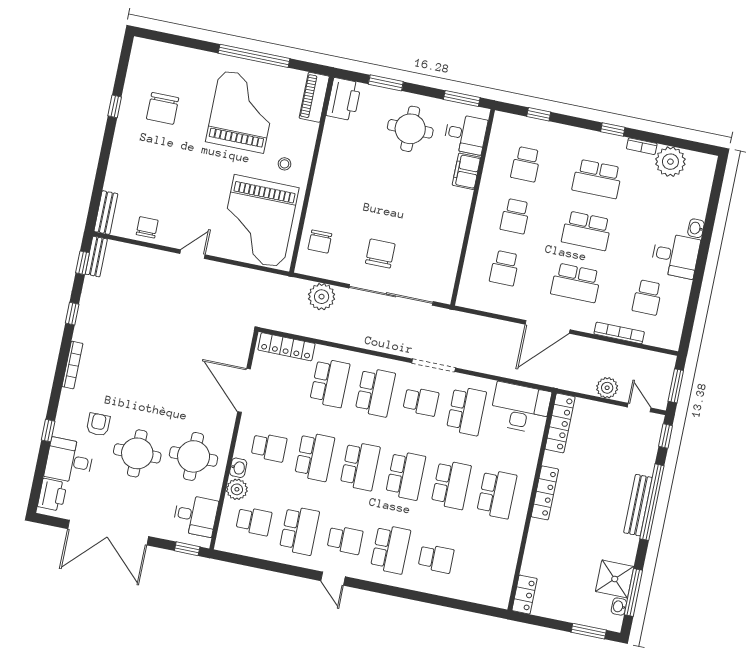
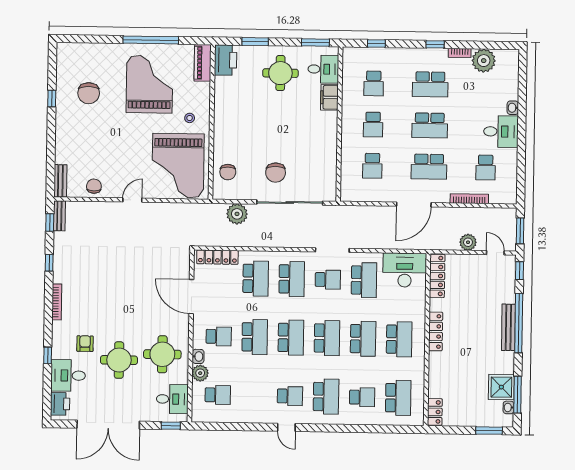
chair: (380, 254) -> (276, 173), turned 180
school desk: (299, 530) -> (398, 398), moved

